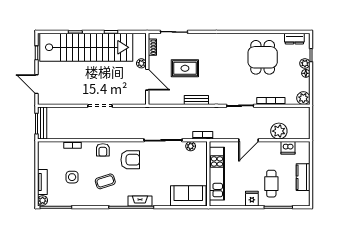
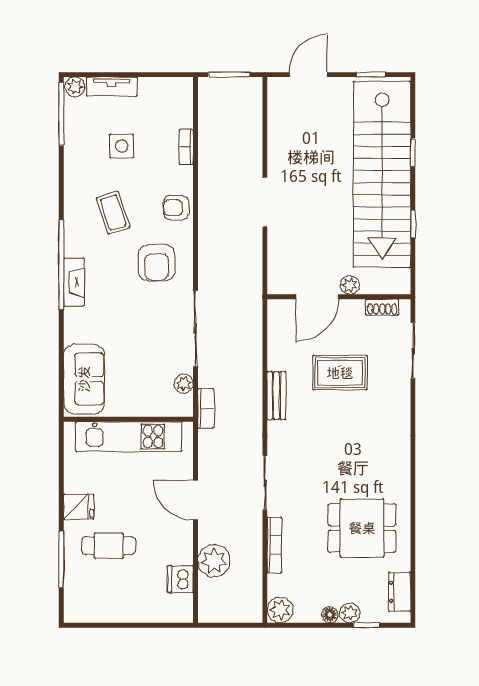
rug: (185, 68) -> (340, 373), turned 90
bench: (42, 123) -> (230, 86), removed
kitchen counter: (303, 177) -> (121, 609), removed

